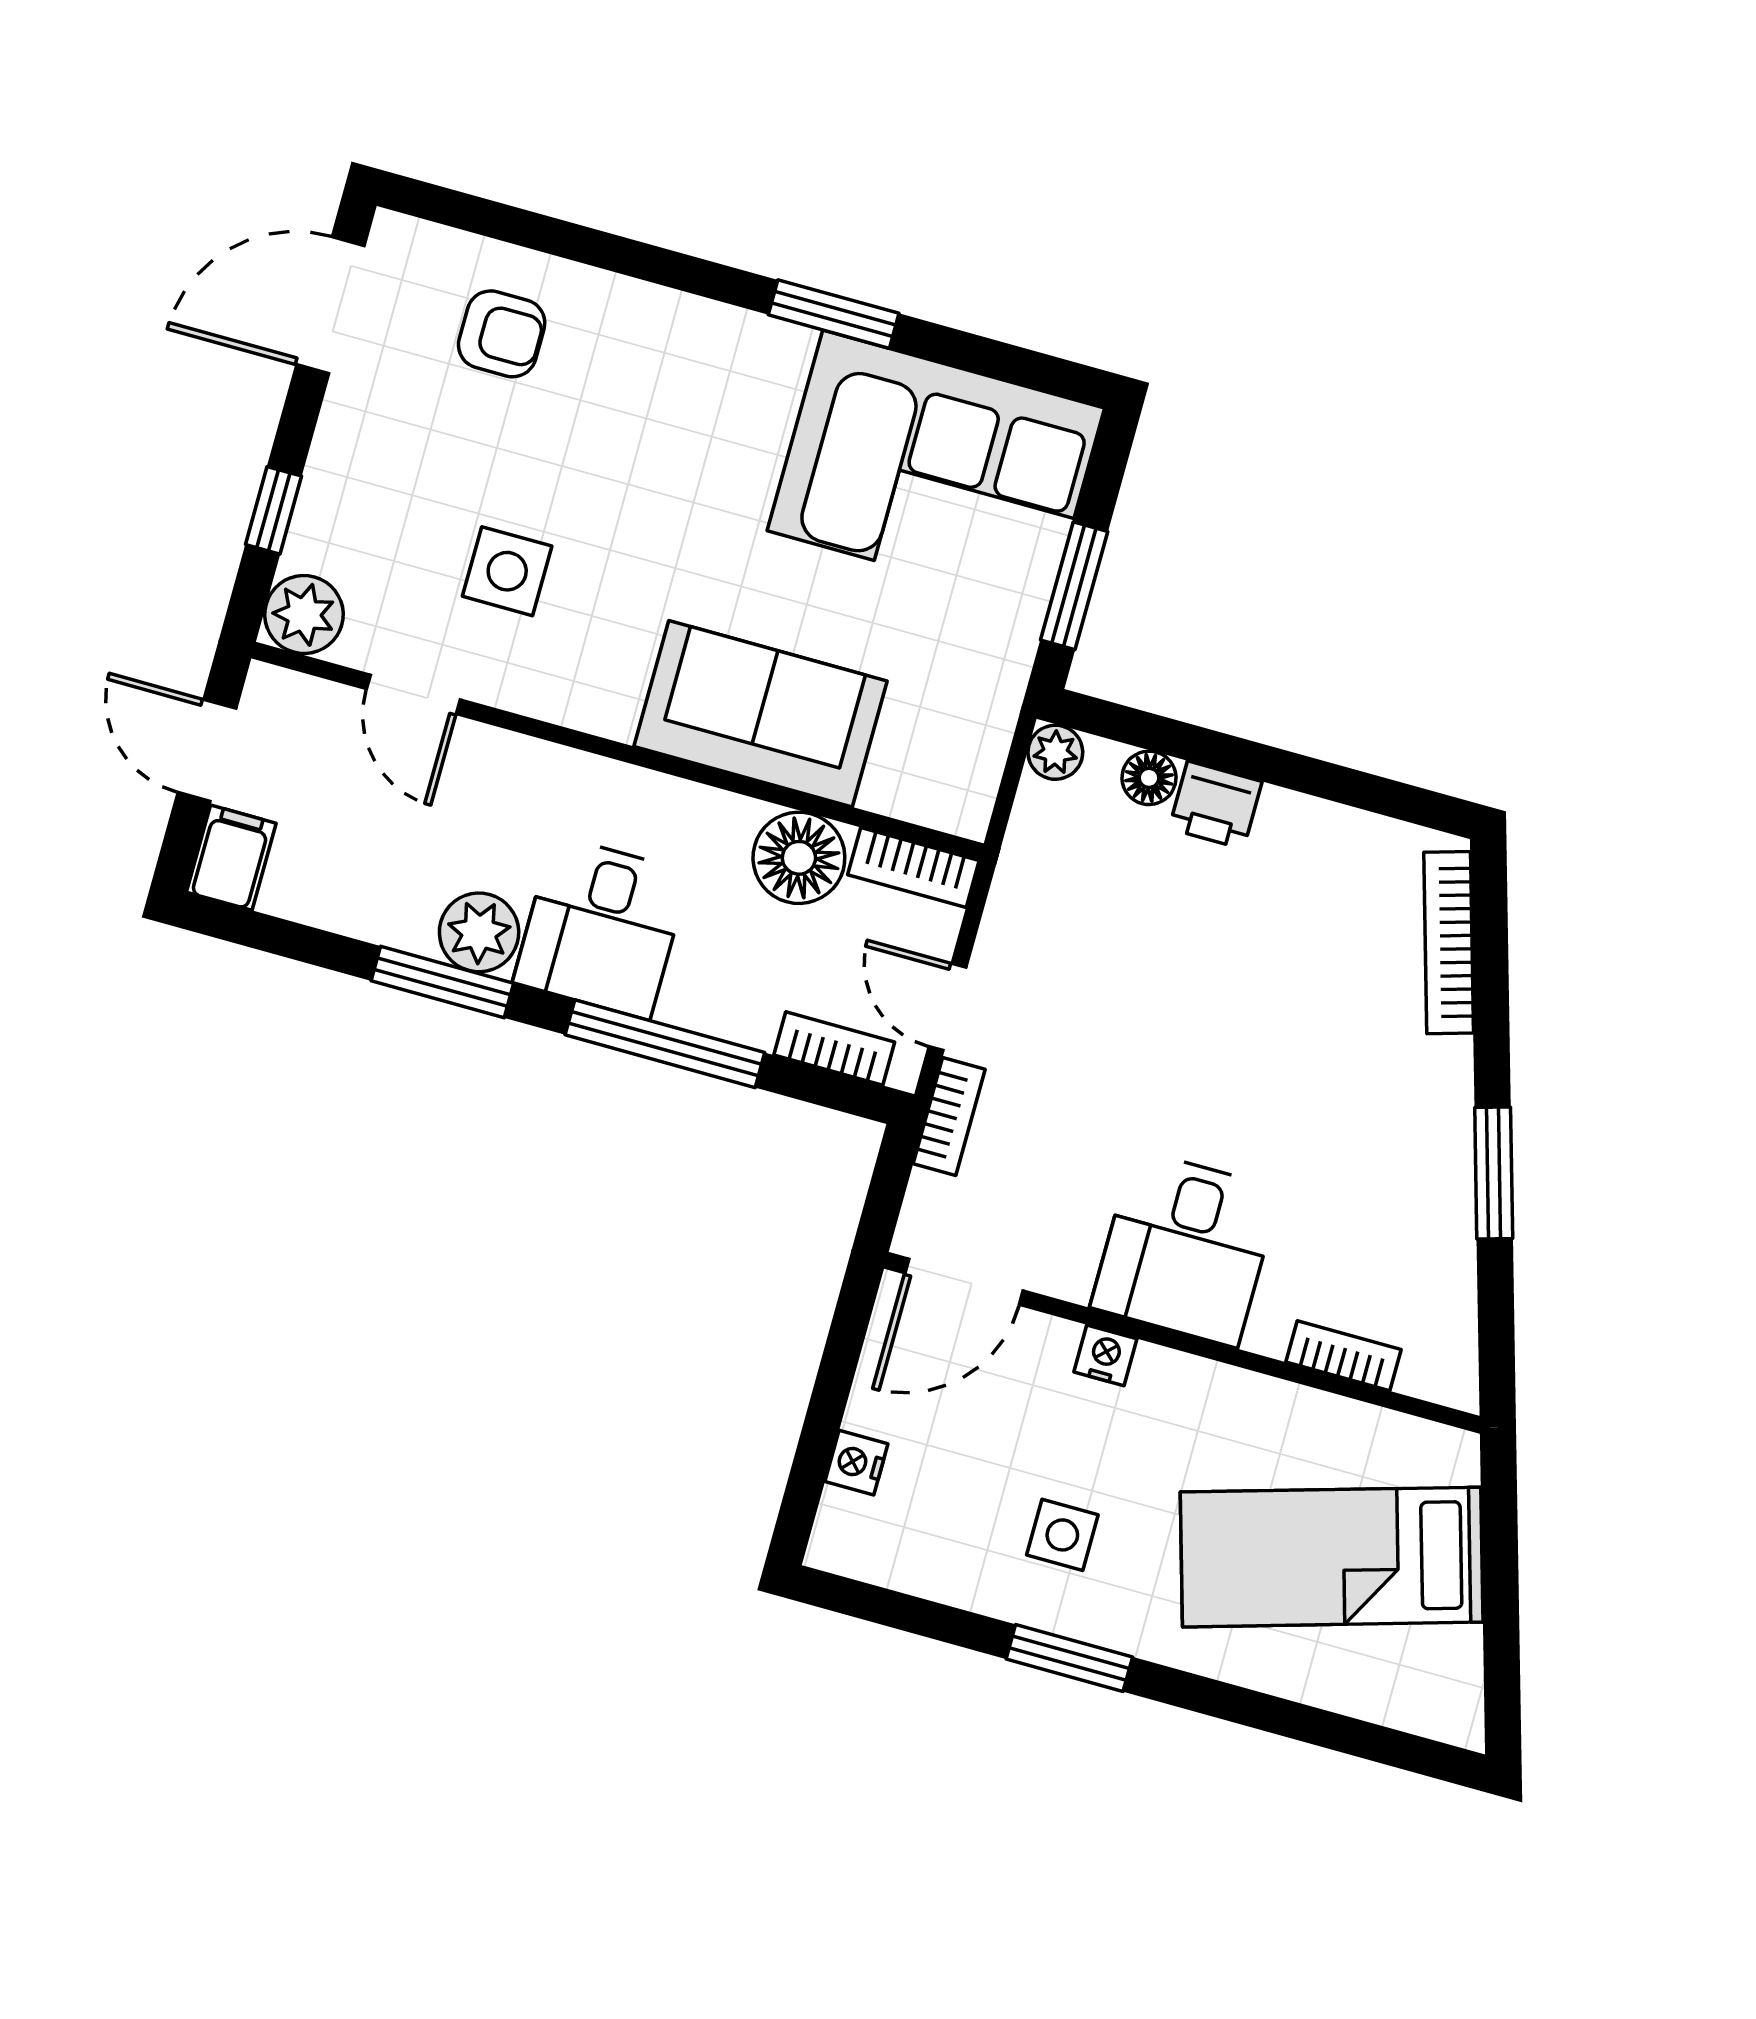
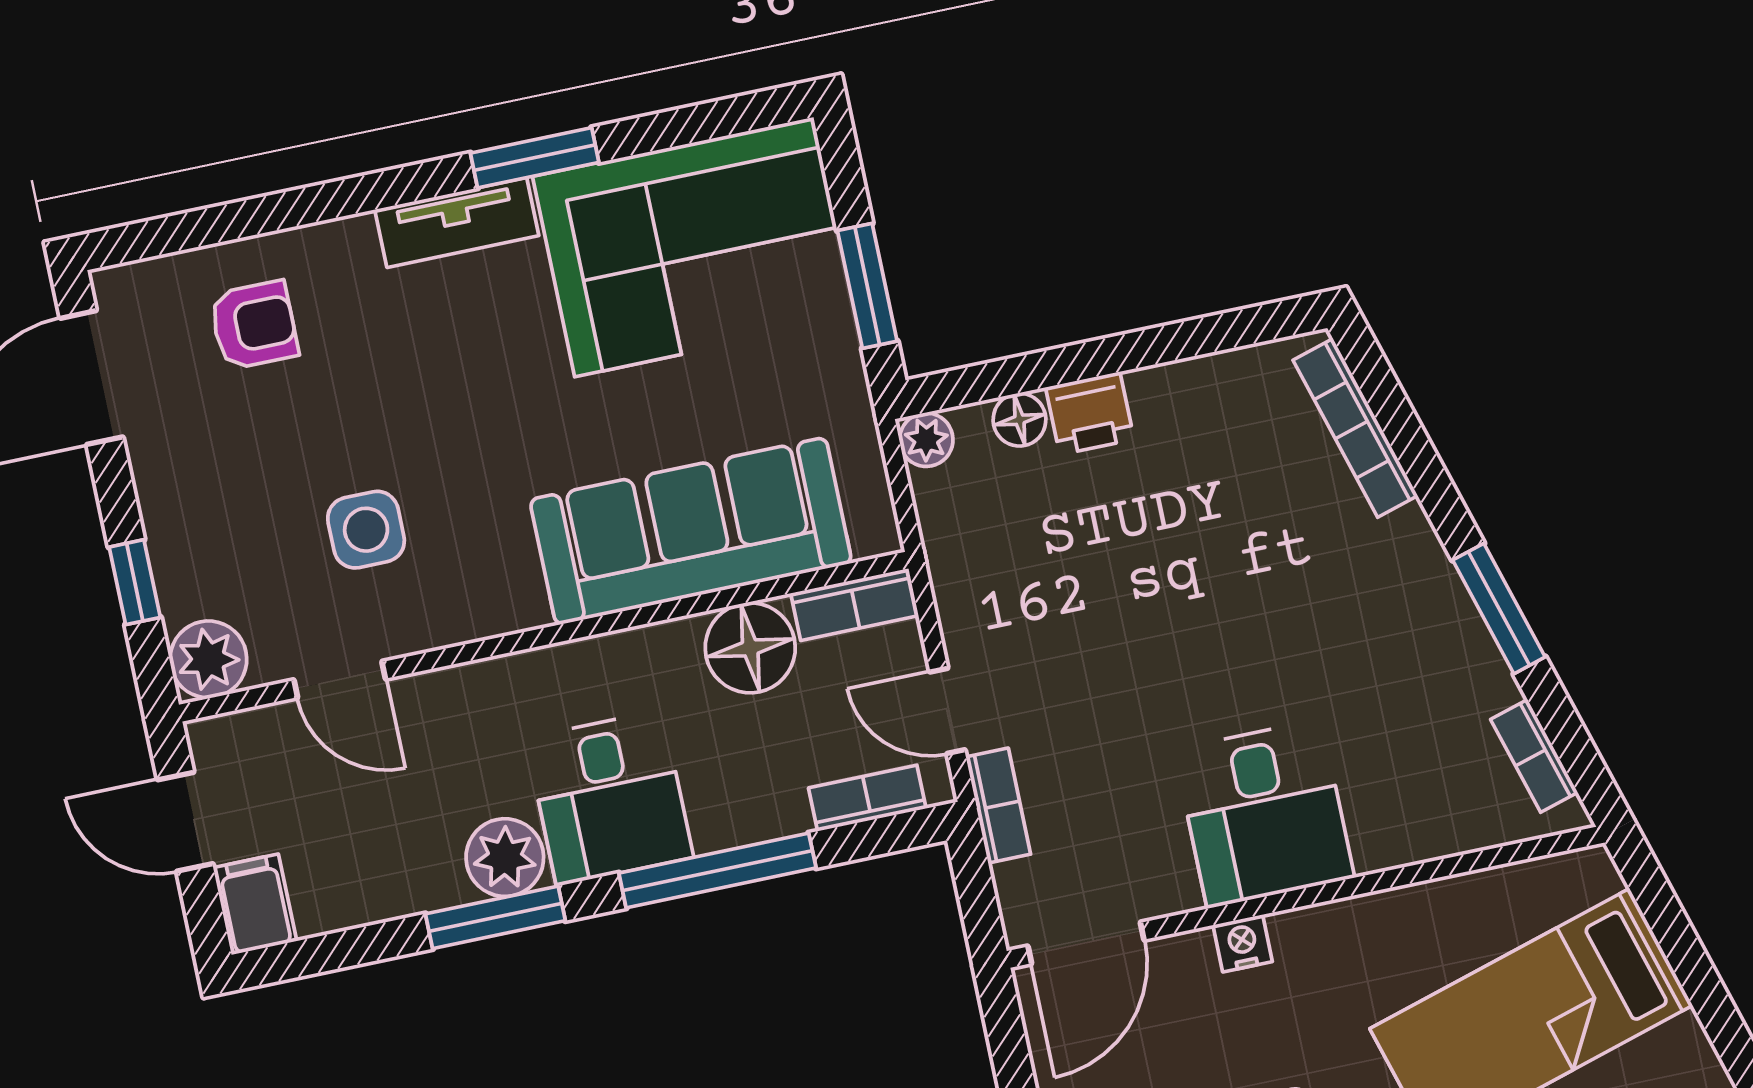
tv unit: (733, 336) -> (457, 223), added
sofa: (761, 714) -> (691, 531), width x1.36
bookcase: (1343, 1356) -> (1534, 756), moved, turned -106

